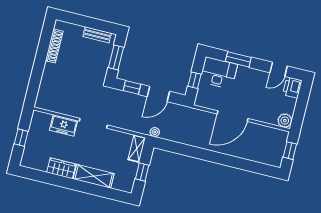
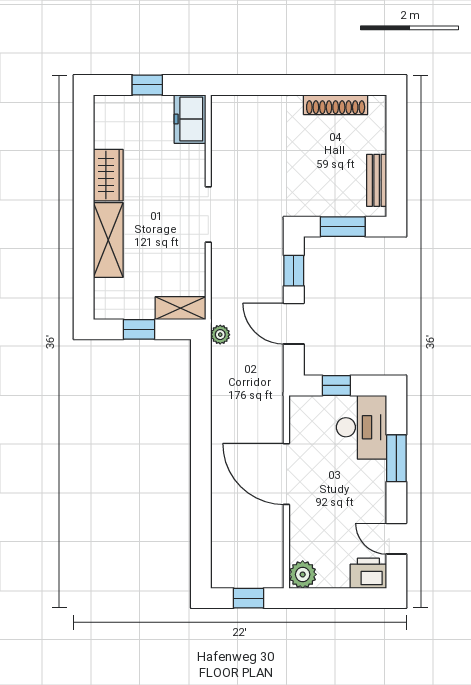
freezer: (64, 125) -> (190, 119), moved

